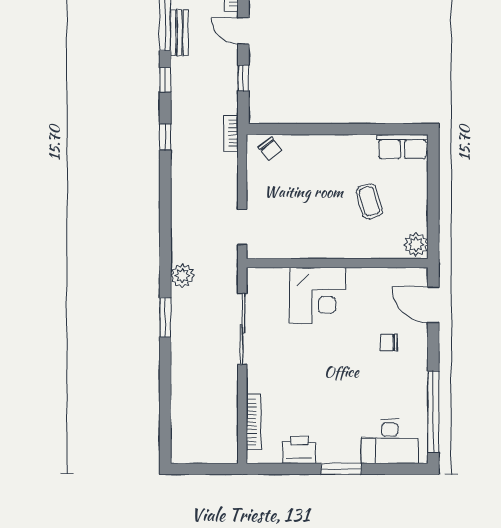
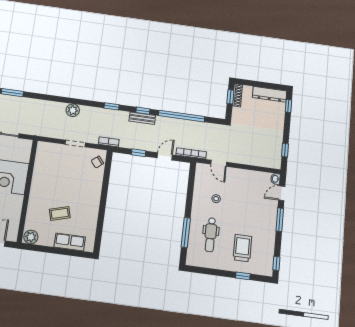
bench: (179, 33) -> (142, 118), moved
row of seats: (402, 147) -> (70, 242), moved, turned 90
doorway: (242, 227) -> (75, 143), moved
plant: (182, 276) -> (73, 110), moved

